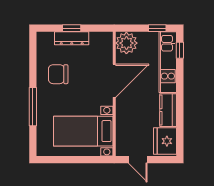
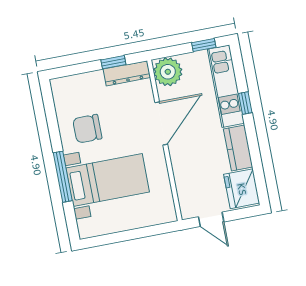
window: (72, 28) -> (113, 62), moved
dresser: (72, 38) -> (127, 73), moved
window: (180, 50) -> (245, 103), moved
bed with nightstands: (83, 131) -> (108, 180), moved, turned 180

